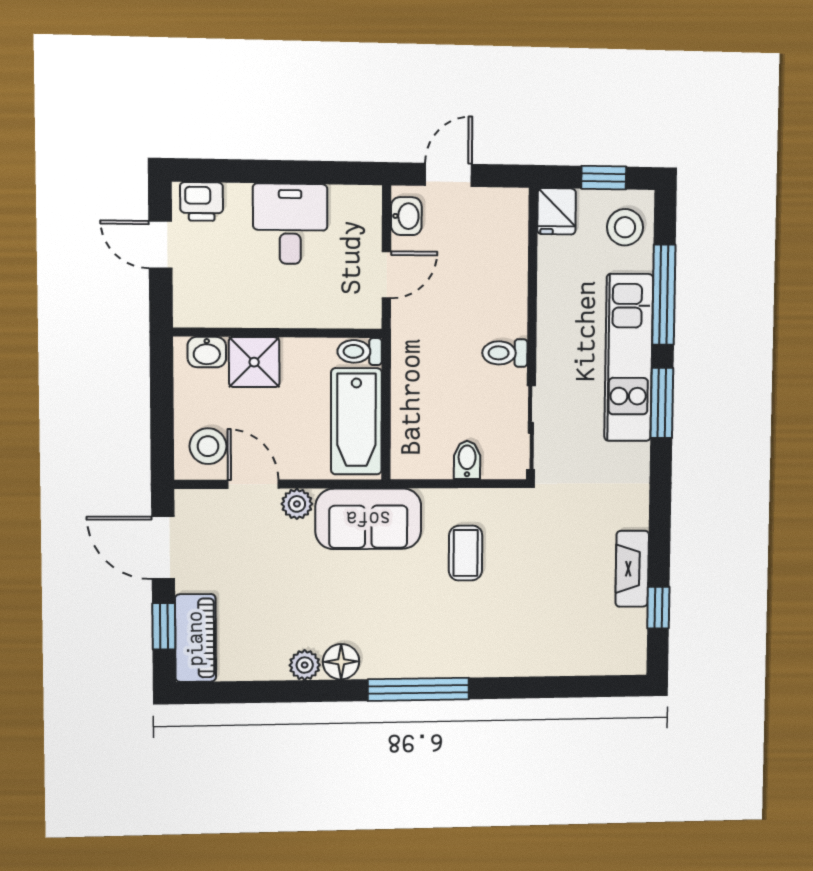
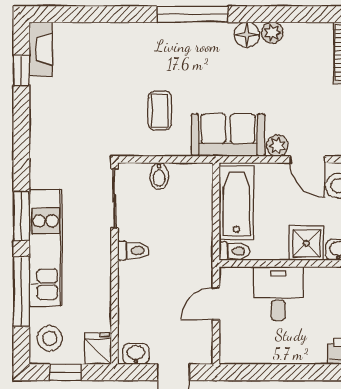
washbasin: (406, 216) -> (136, 354), moved, turned 90
desk: (290, 224) -> (278, 294), moved, turned 180
fireplace: (632, 569) -> (41, 49), moved

